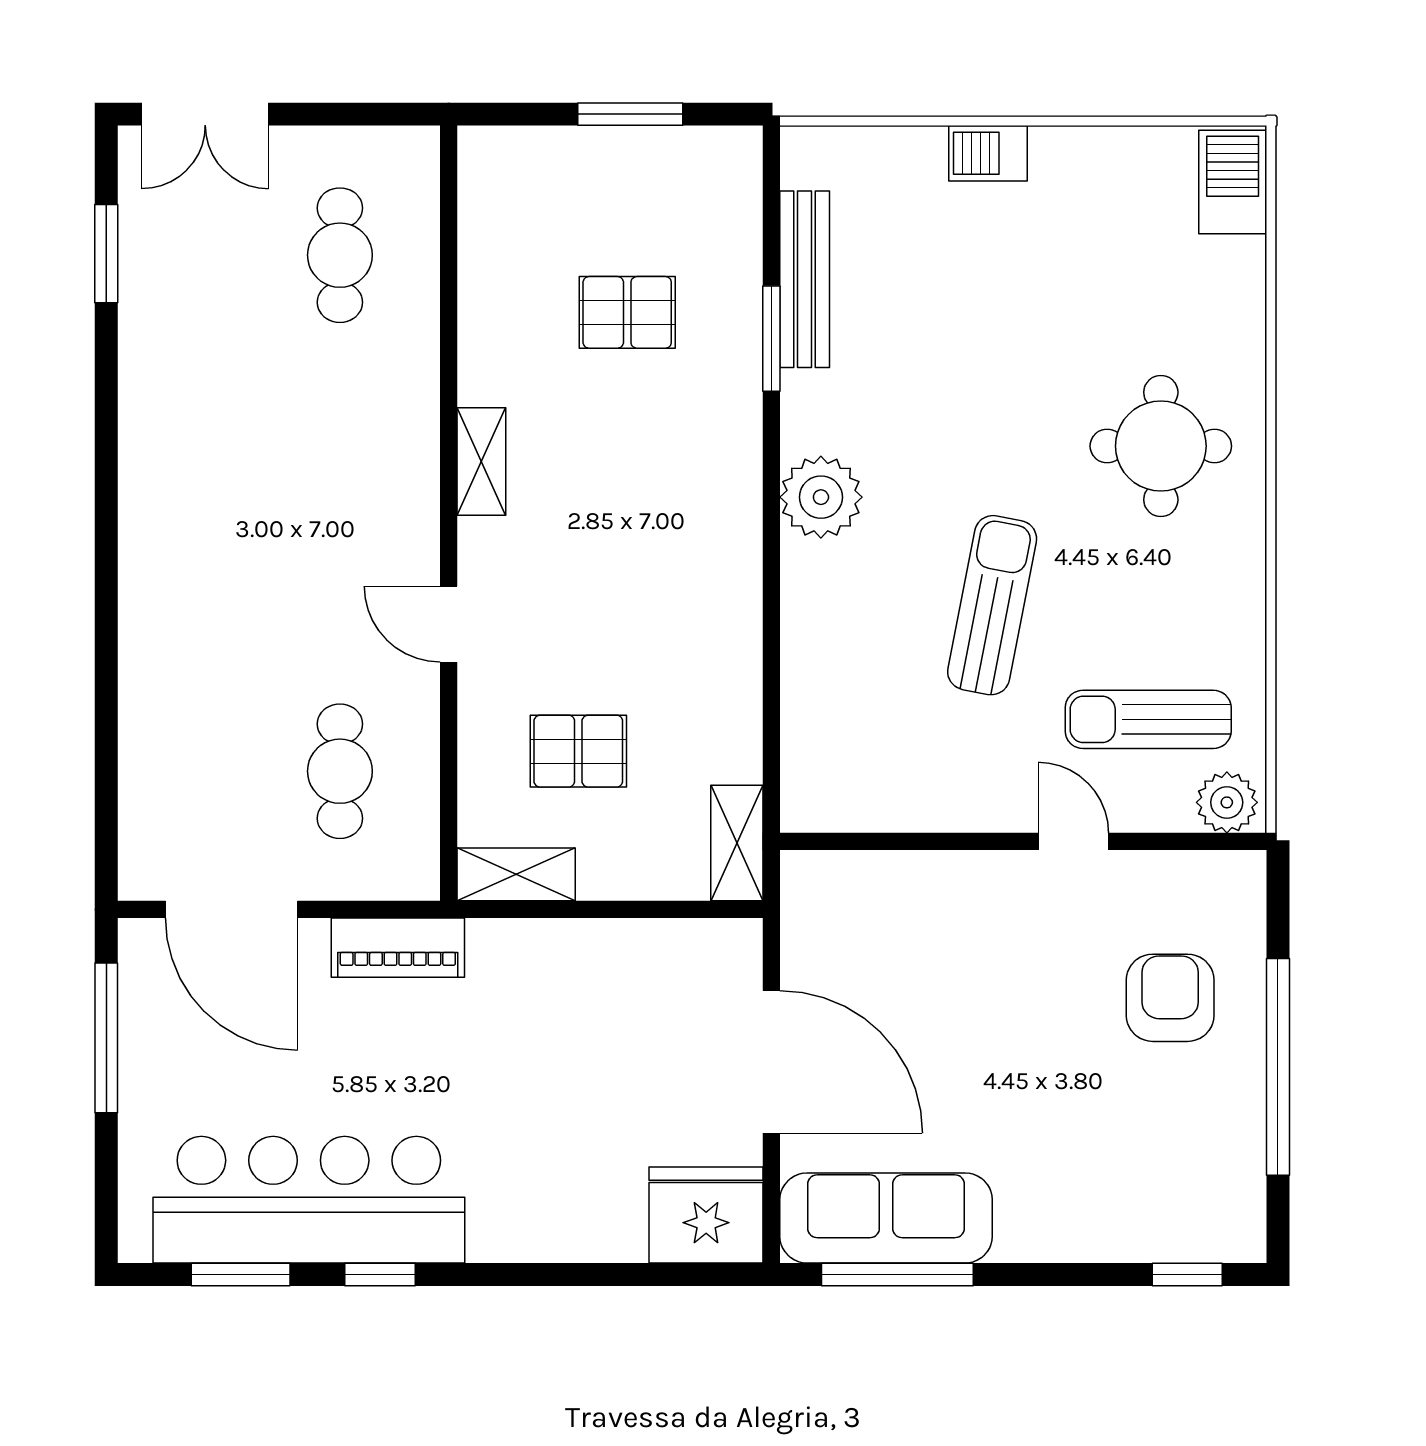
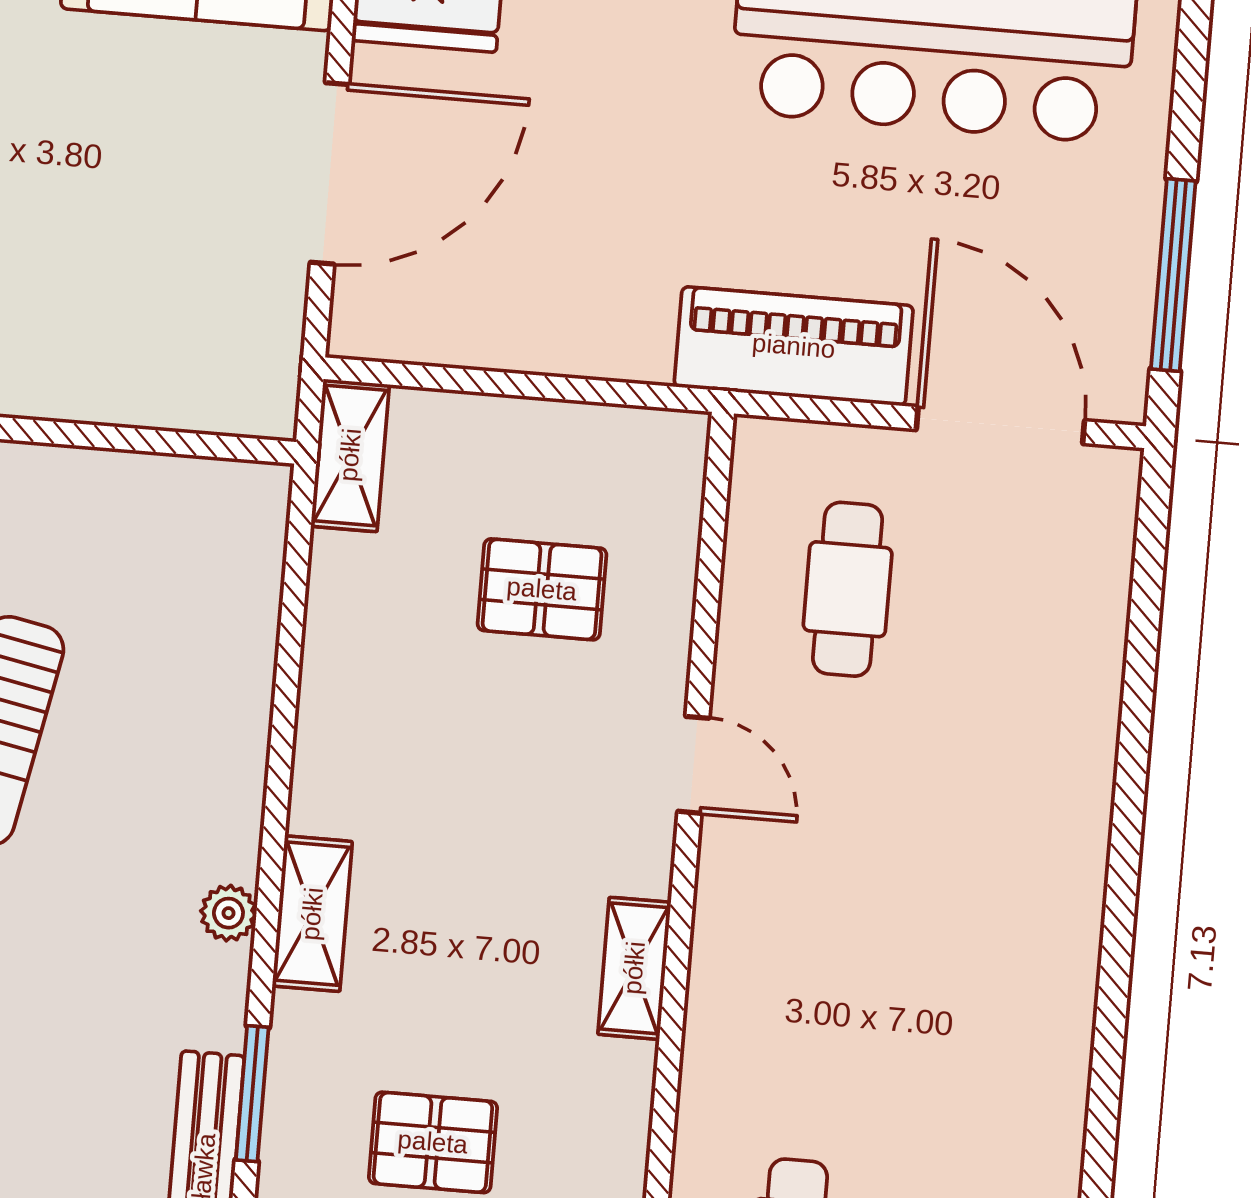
plant: (821, 497) -> (228, 913), width x0.53, depth x0.53
shelving: (516, 874) -> (312, 914), moved, turned 90
piano: (398, 948) -> (794, 346), width x1.37, depth x1.33
door: (771, 1062) -> (330, 173), swing flipped

